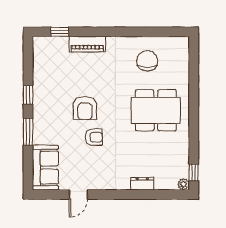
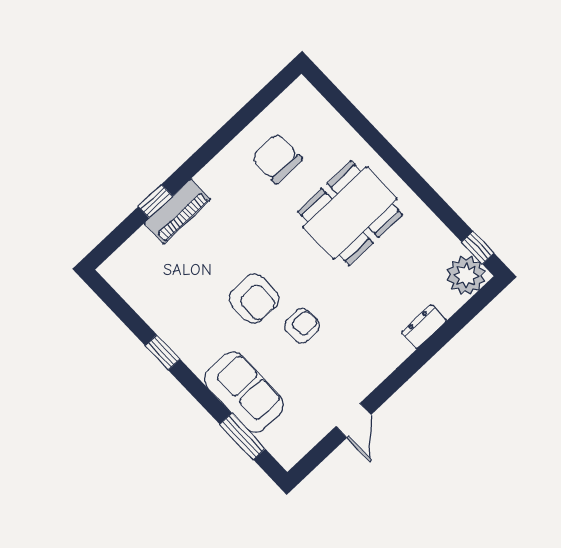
window: (60, 32) -> (155, 201), moved
window: (28, 132) -> (242, 437), moved
sofa: (45, 168) -> (244, 392), moved
plant: (183, 184) -> (466, 275), width x1.88, depth x1.88

